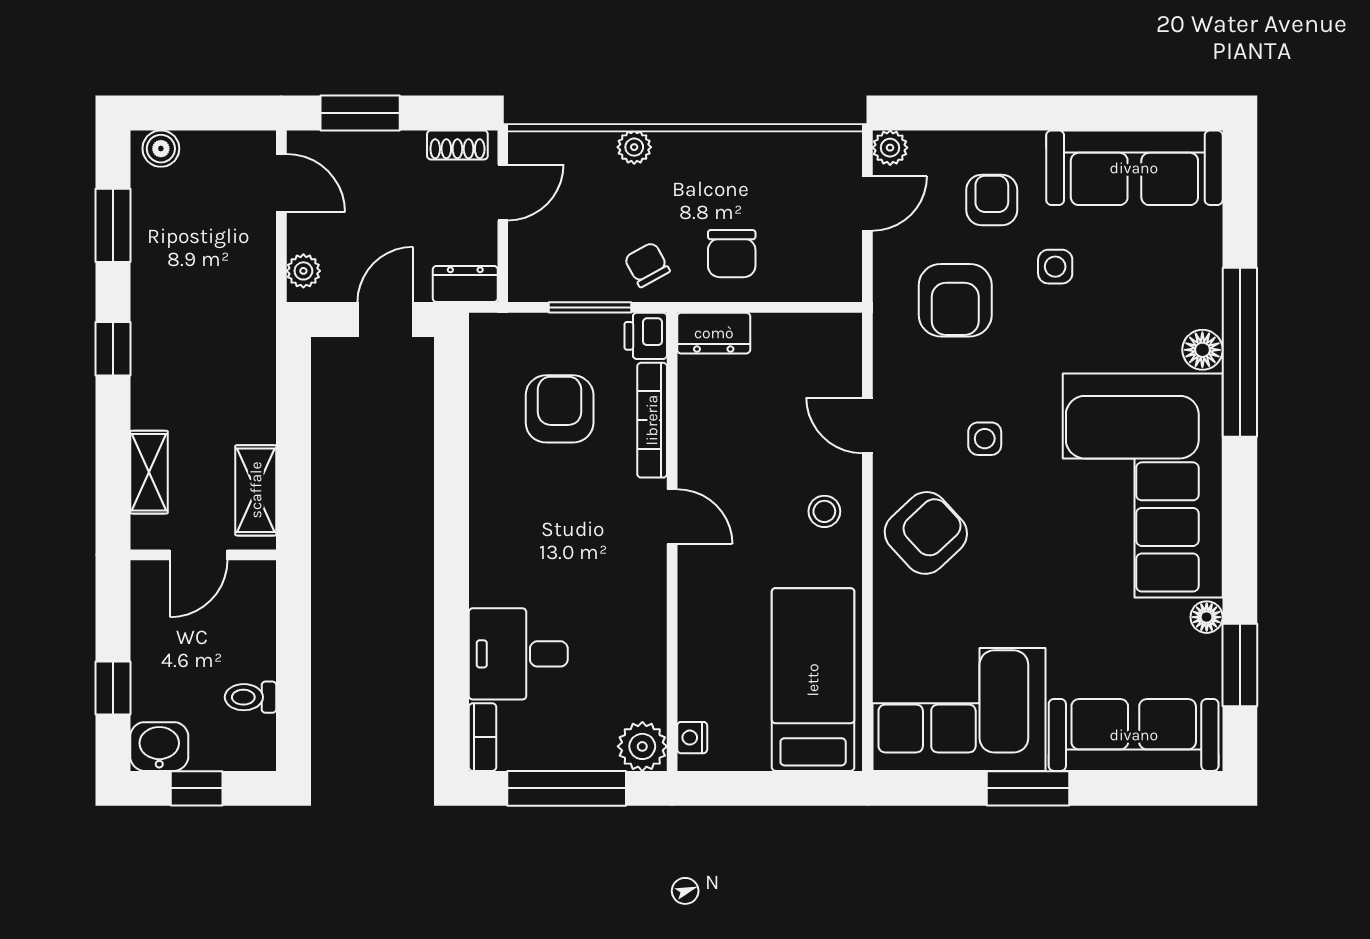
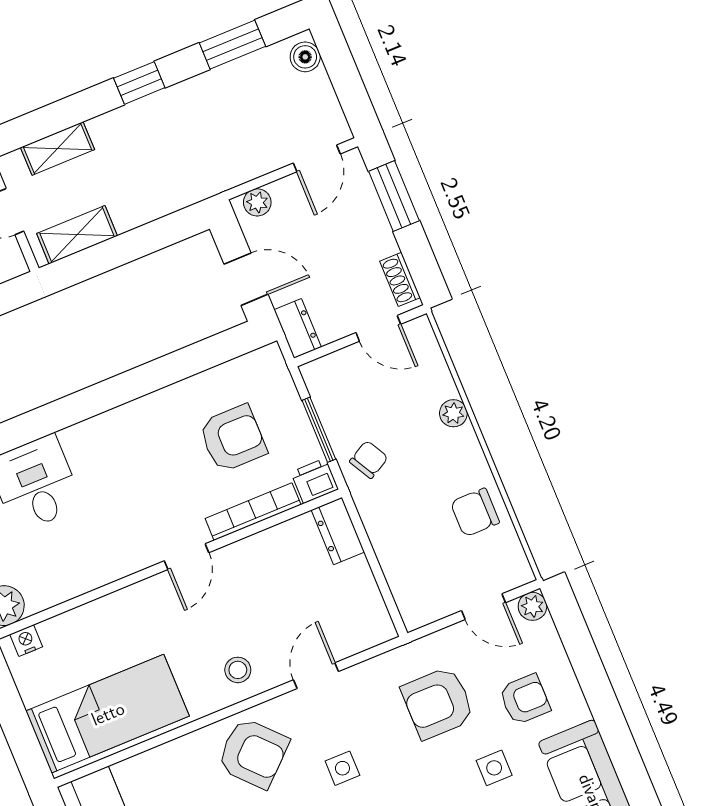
chair: (732, 254) -> (475, 512), moved

